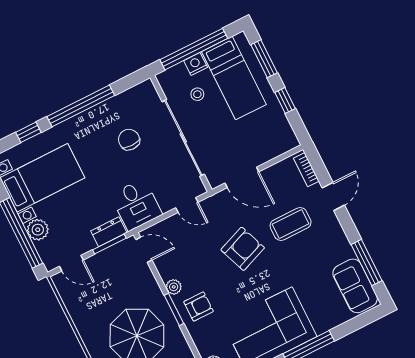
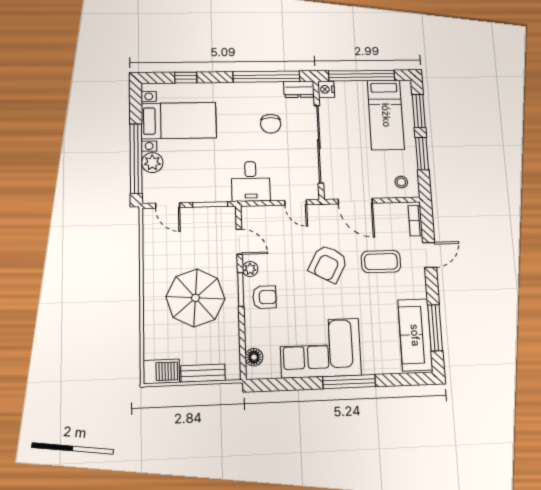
nightstand: (196, 64) -> (326, 89), moved, turned -90
stool: (197, 94) -> (401, 182), moved
window: (285, 100) -> (422, 154), width x1.50
window: (81, 106) -> (267, 77), moved
chair: (129, 140) -> (271, 124), turned 180
dresser: (109, 232) -> (299, 89), moved, turned 180
armchair: (243, 249) -> (328, 264), turned 139
door: (144, 250) -> (239, 242), moved
sofa: (355, 286) -> (415, 335), width x1.36

